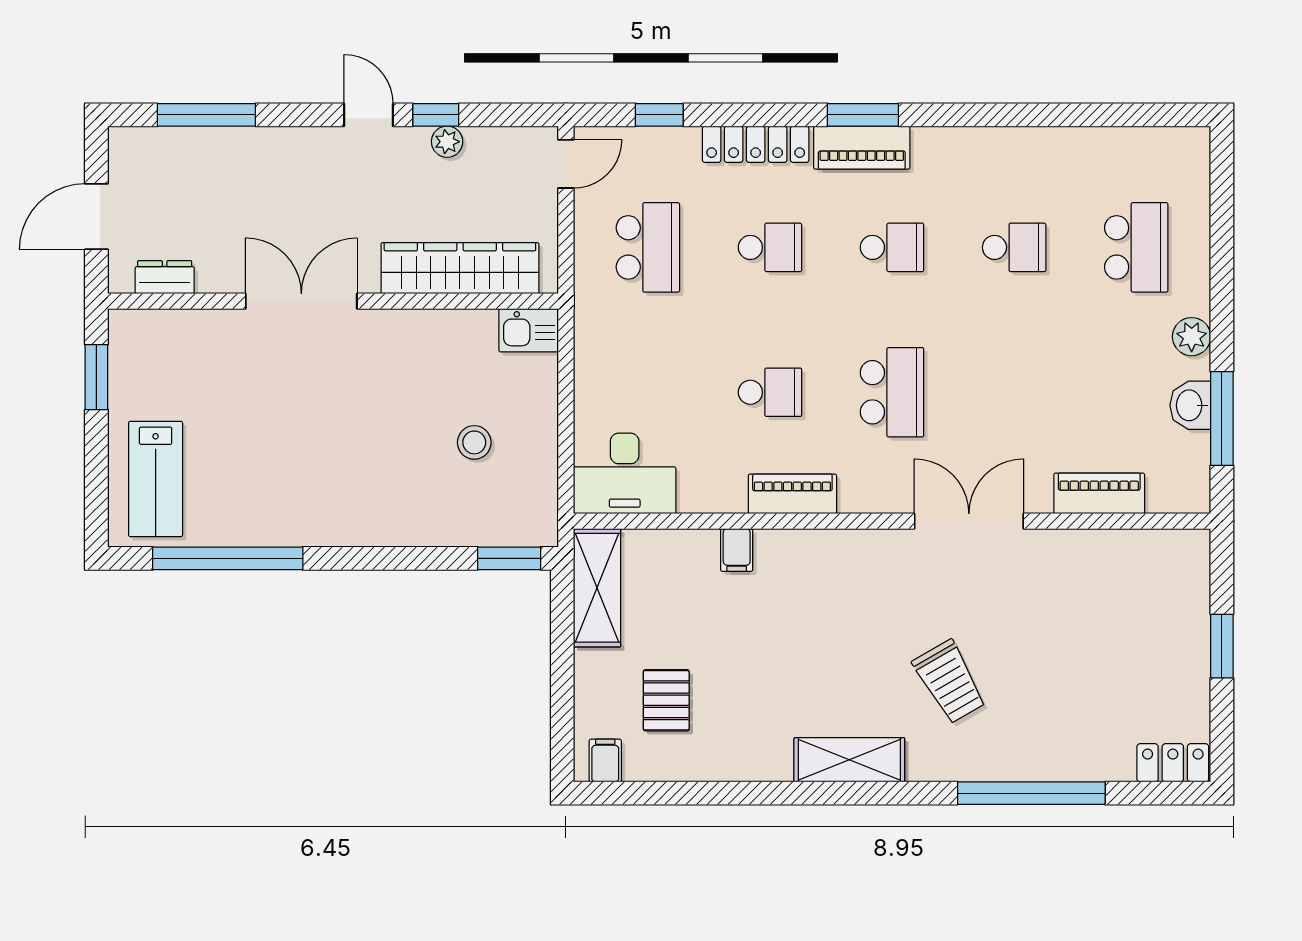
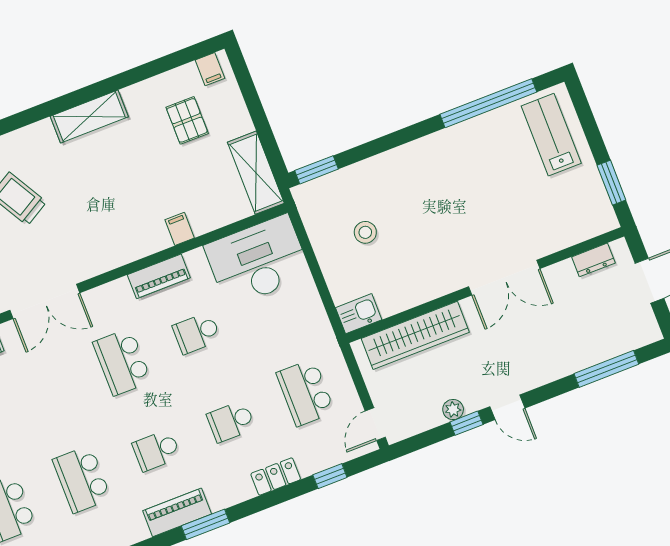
locker: (756, 144) -> (276, 476), width x0.66
piano: (862, 148) -> (177, 512), moved
school desk: (1014, 247) -> (82, 479), width x1.85
desk: (625, 473) -> (258, 261), width x1.36, depth x1.30
shelving: (849, 760) -> (89, 116), moved

